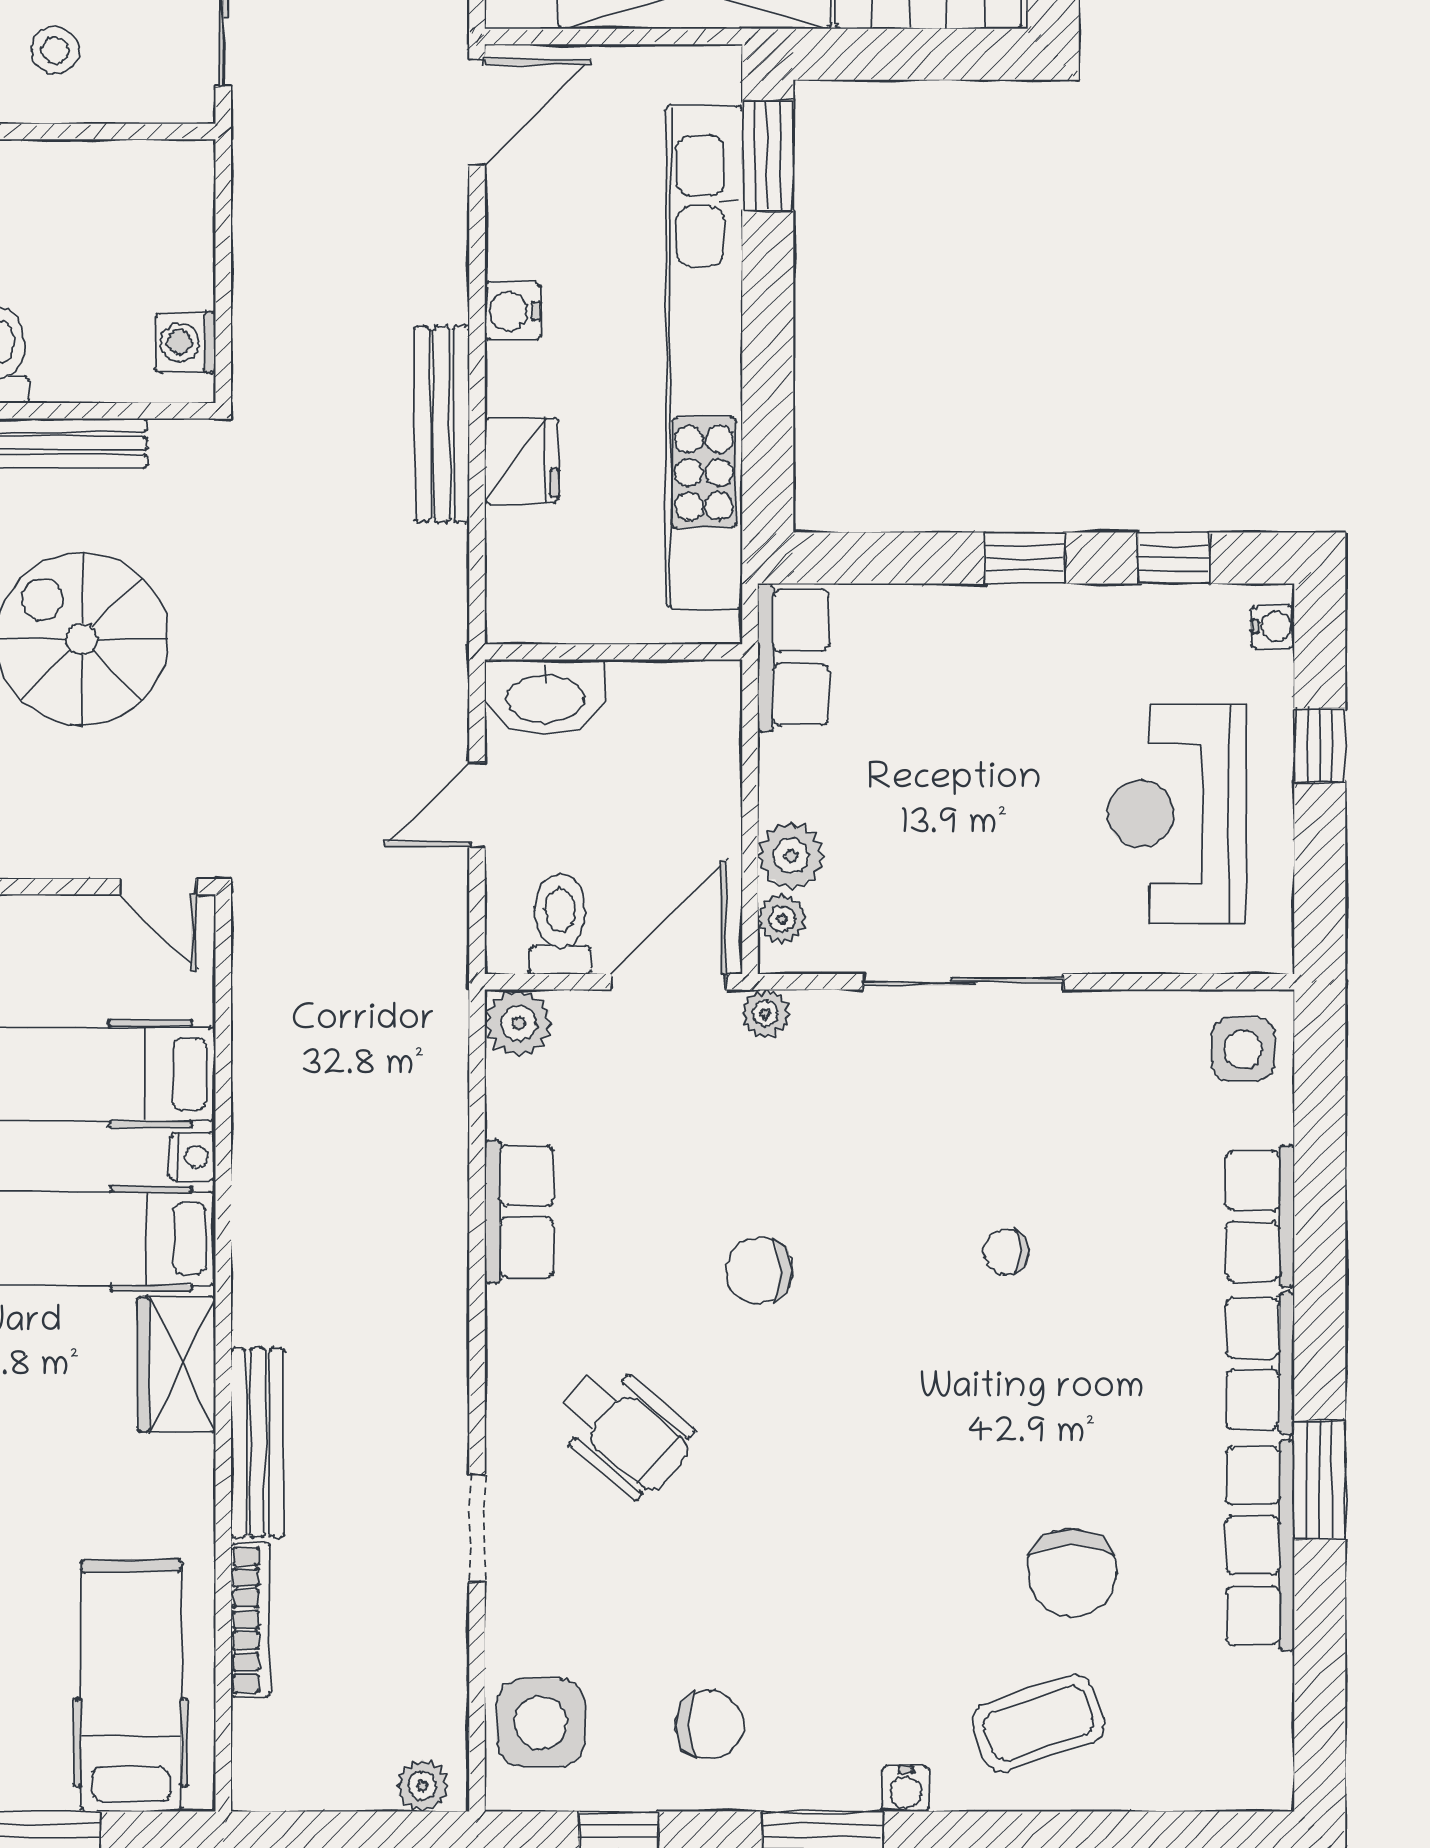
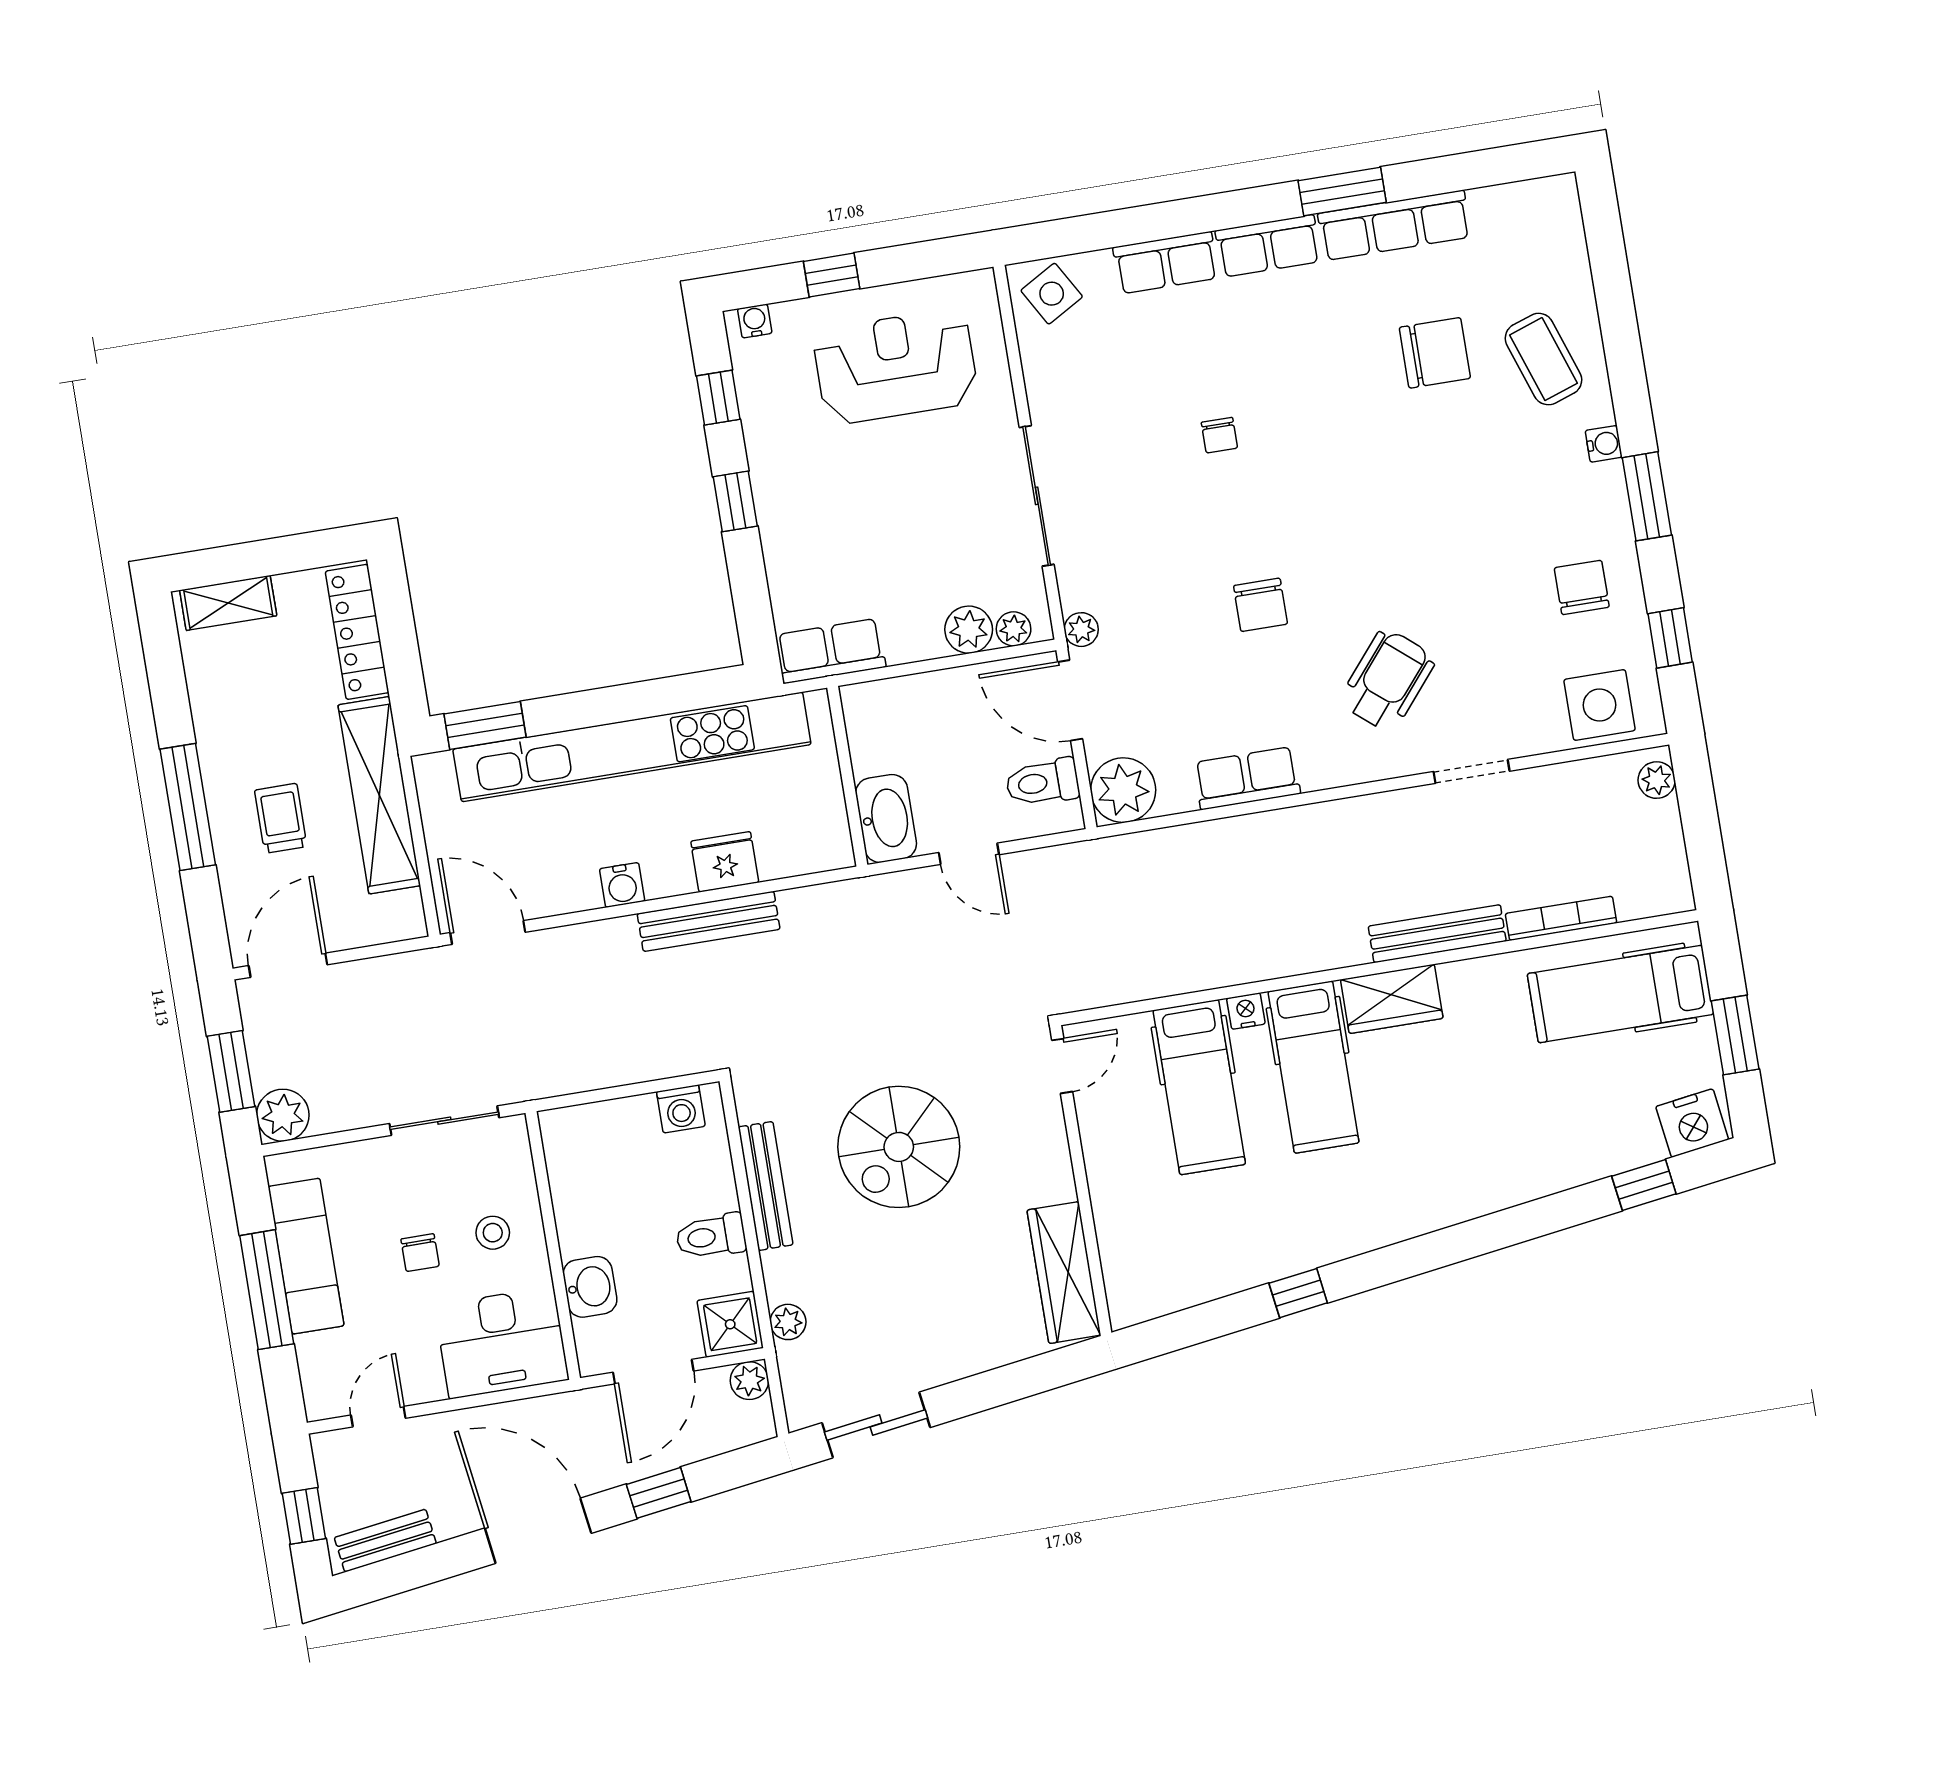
reception desk: (1177, 814) -> (896, 367), turned 180
plant: (518, 1023) -> (1123, 790), width x1.36, depth x1.36
side table: (1243, 1049) -> (1052, 294), turned -30

